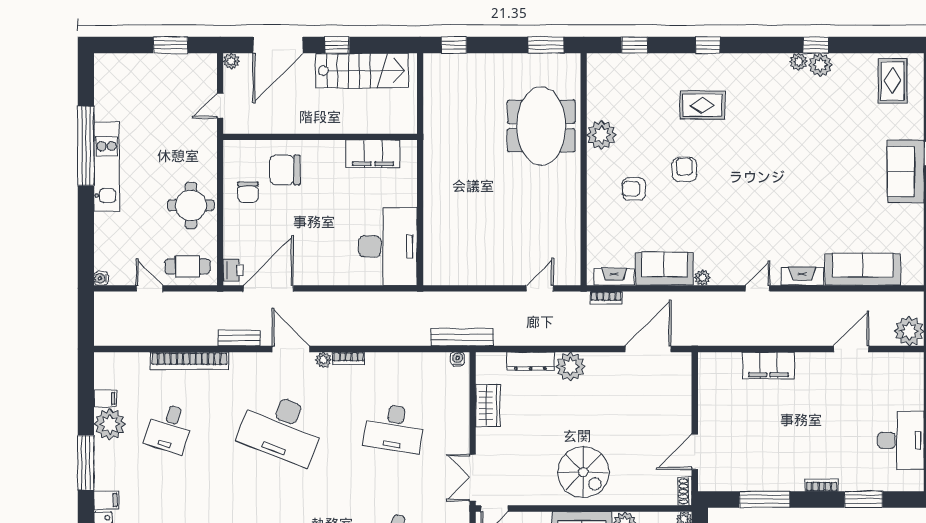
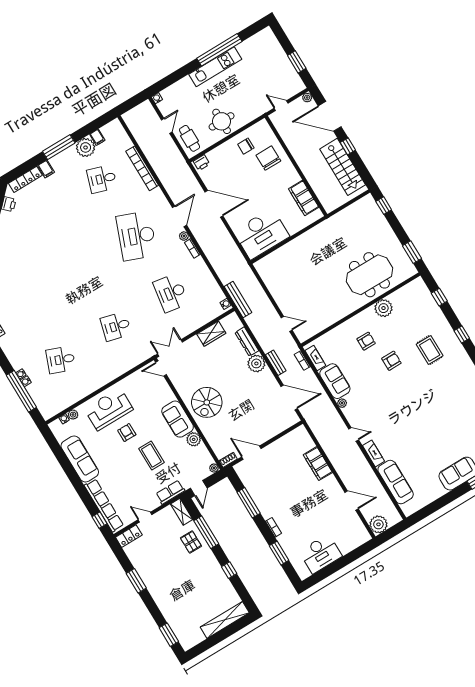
armchair: (634, 189) -> (366, 341), turned 90
door: (268, 288) -> (214, 204), moved
bench: (239, 338) -> (276, 363), moved

